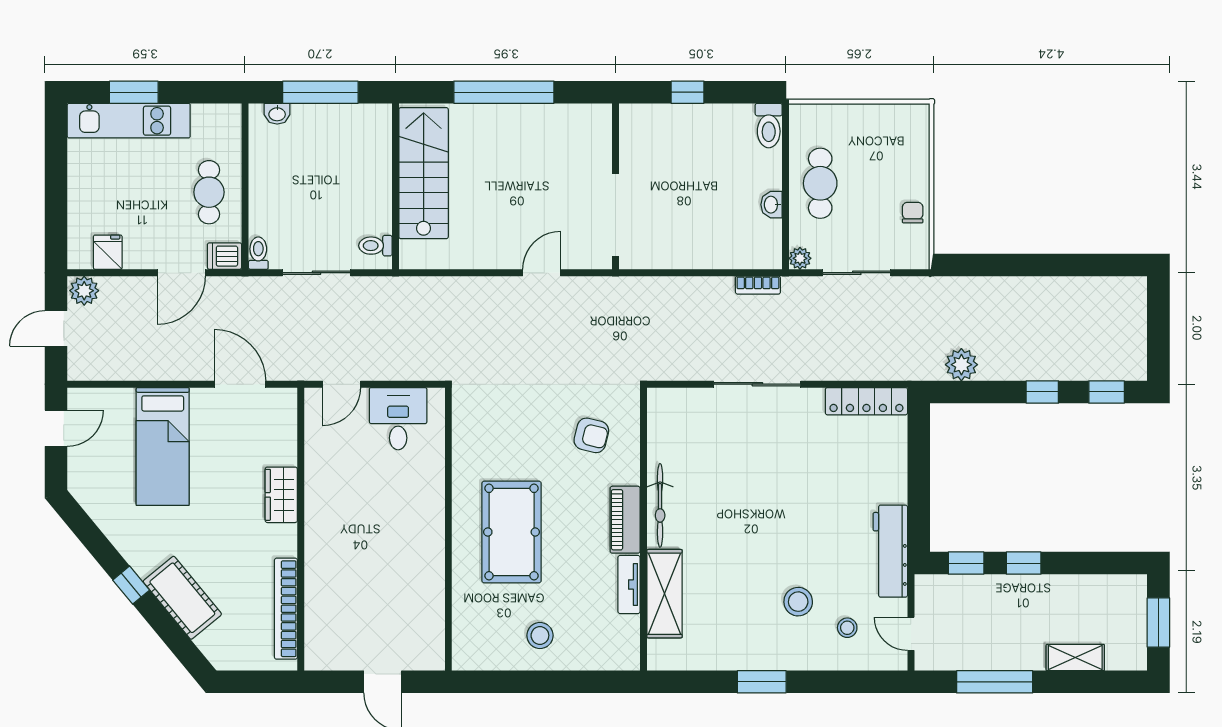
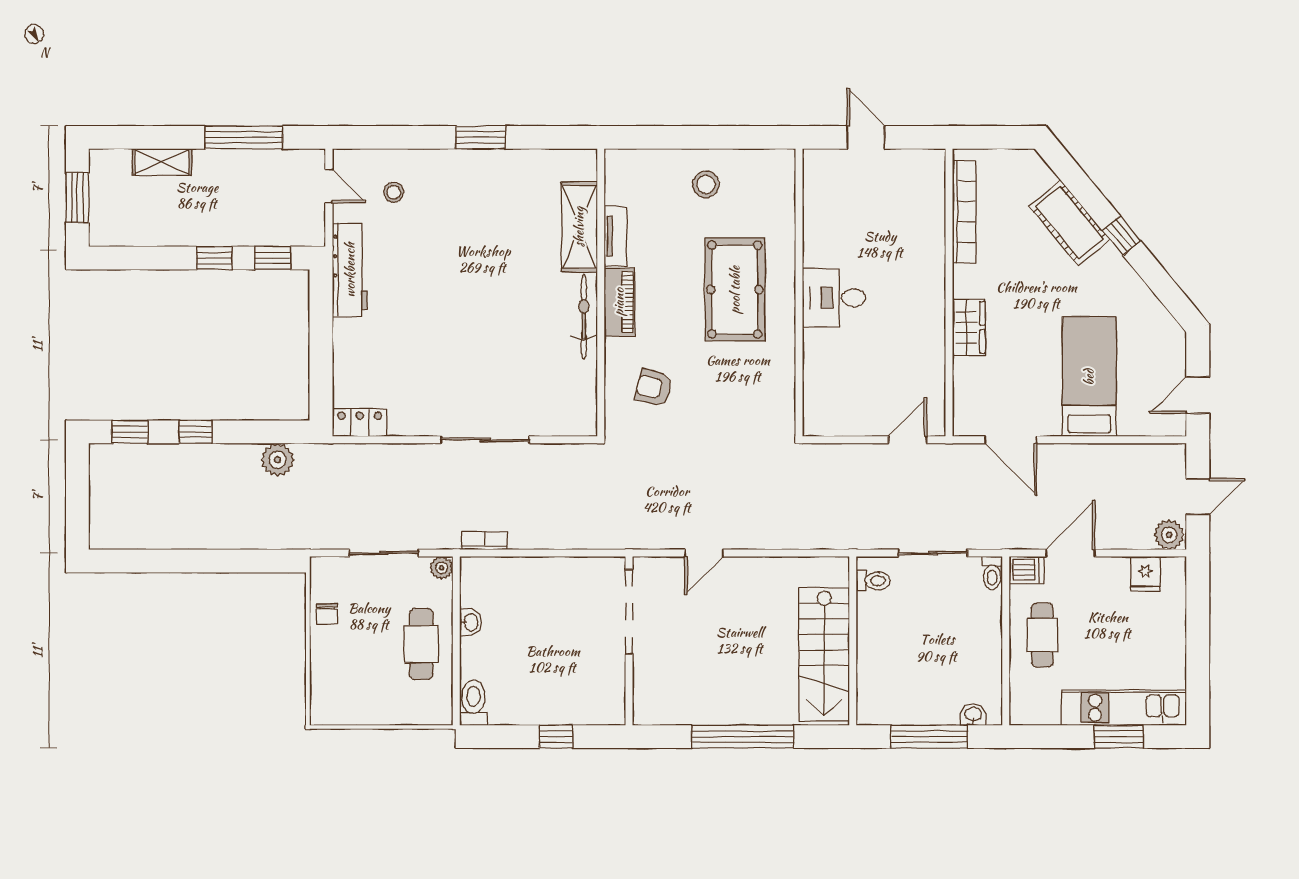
locker: (866, 401) -> (360, 423), width x0.66
desk: (398, 419) -> (834, 298), moved, turned 90
stool: (798, 602) -> (444, 219), removed

